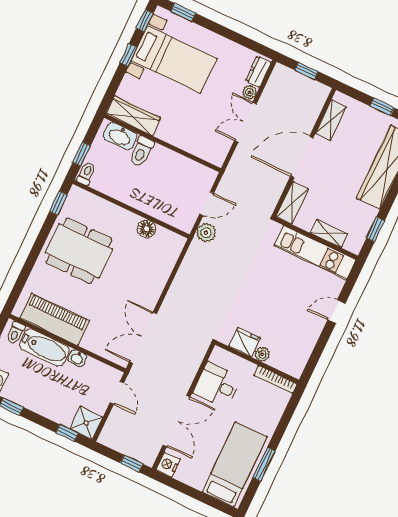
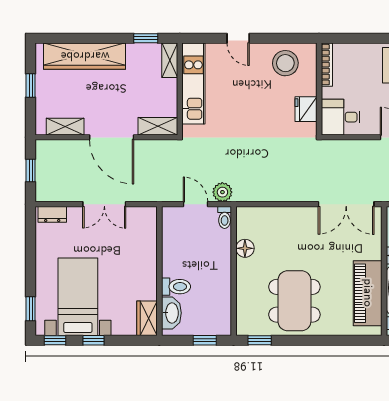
plant: (249, 92) -> (75, 213), removed
wardrobe: (133, 116) -> (147, 318), width x0.67
toilet: (86, 173) -> (225, 217), moved, turned -90
shelving: (329, 233) -> (170, 60), moved
stool: (294, 343) -> (285, 63), added
plant: (262, 354) -> (309, 88), removed
desk: (217, 385) -> (341, 117), moved, turned 90

